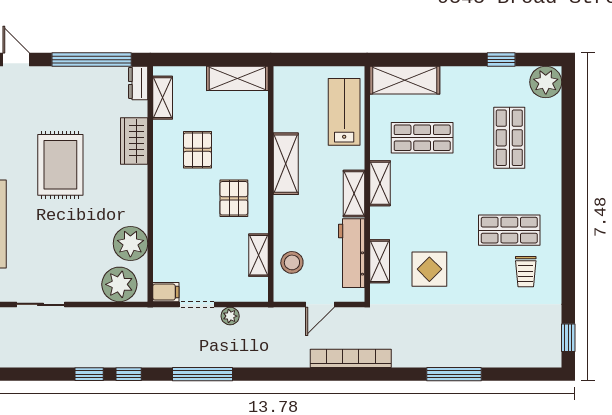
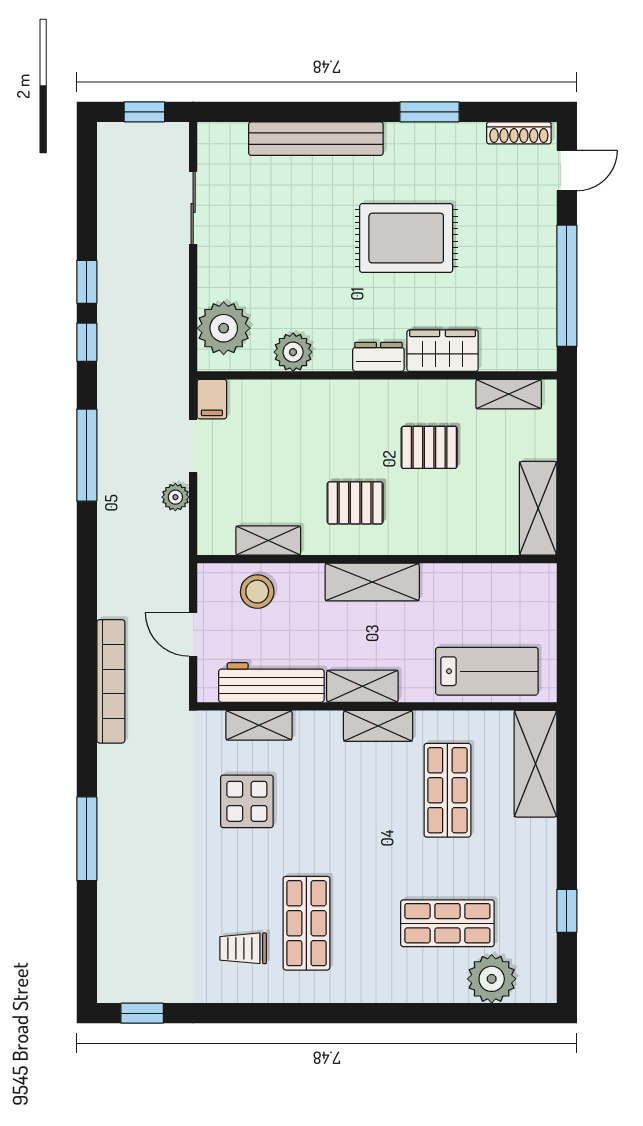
plant: (546, 82) -> (492, 979), moved
dresser: (138, 83) -> (378, 357), moved
shelving: (286, 164) -> (372, 582), moved
plant: (130, 244) -> (293, 352), width x0.73, depth x0.73

